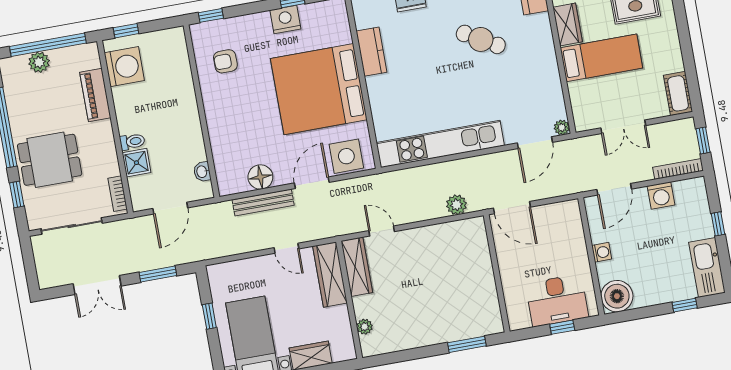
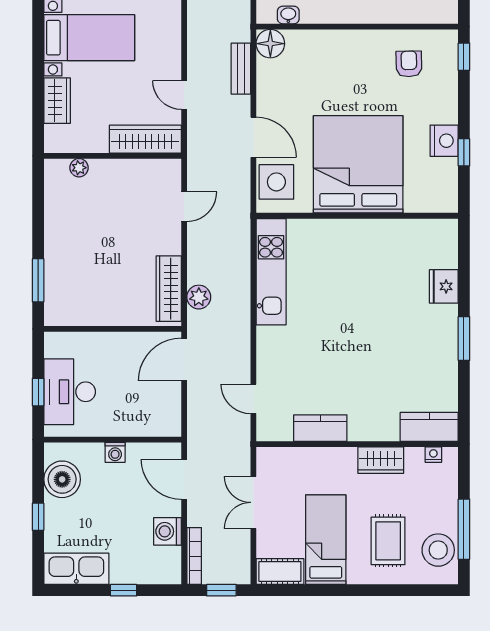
cafe table: (481, 39) -> (382, 359), removed
kitchen counter: (372, 52) -> (320, 428), moved, turned 180
bed: (601, 58) -> (326, 540), moved, turned 180
plant: (562, 127) -> (265, 432), removed
door: (535, 143) -> (253, 399), width x0.73
kitchen unit: (440, 144) -> (271, 272), width x0.73
floor lamp: (260, 177) -> (270, 44), moved
bench: (263, 202) -> (241, 69), width x0.73
door: (286, 248) -> (184, 95), hinge flipped
wardrobe: (357, 267) -> (169, 289), moved, turned 90
boiler: (617, 296) -> (62, 479), moved
window: (685, 305) -> (38, 517), moved

